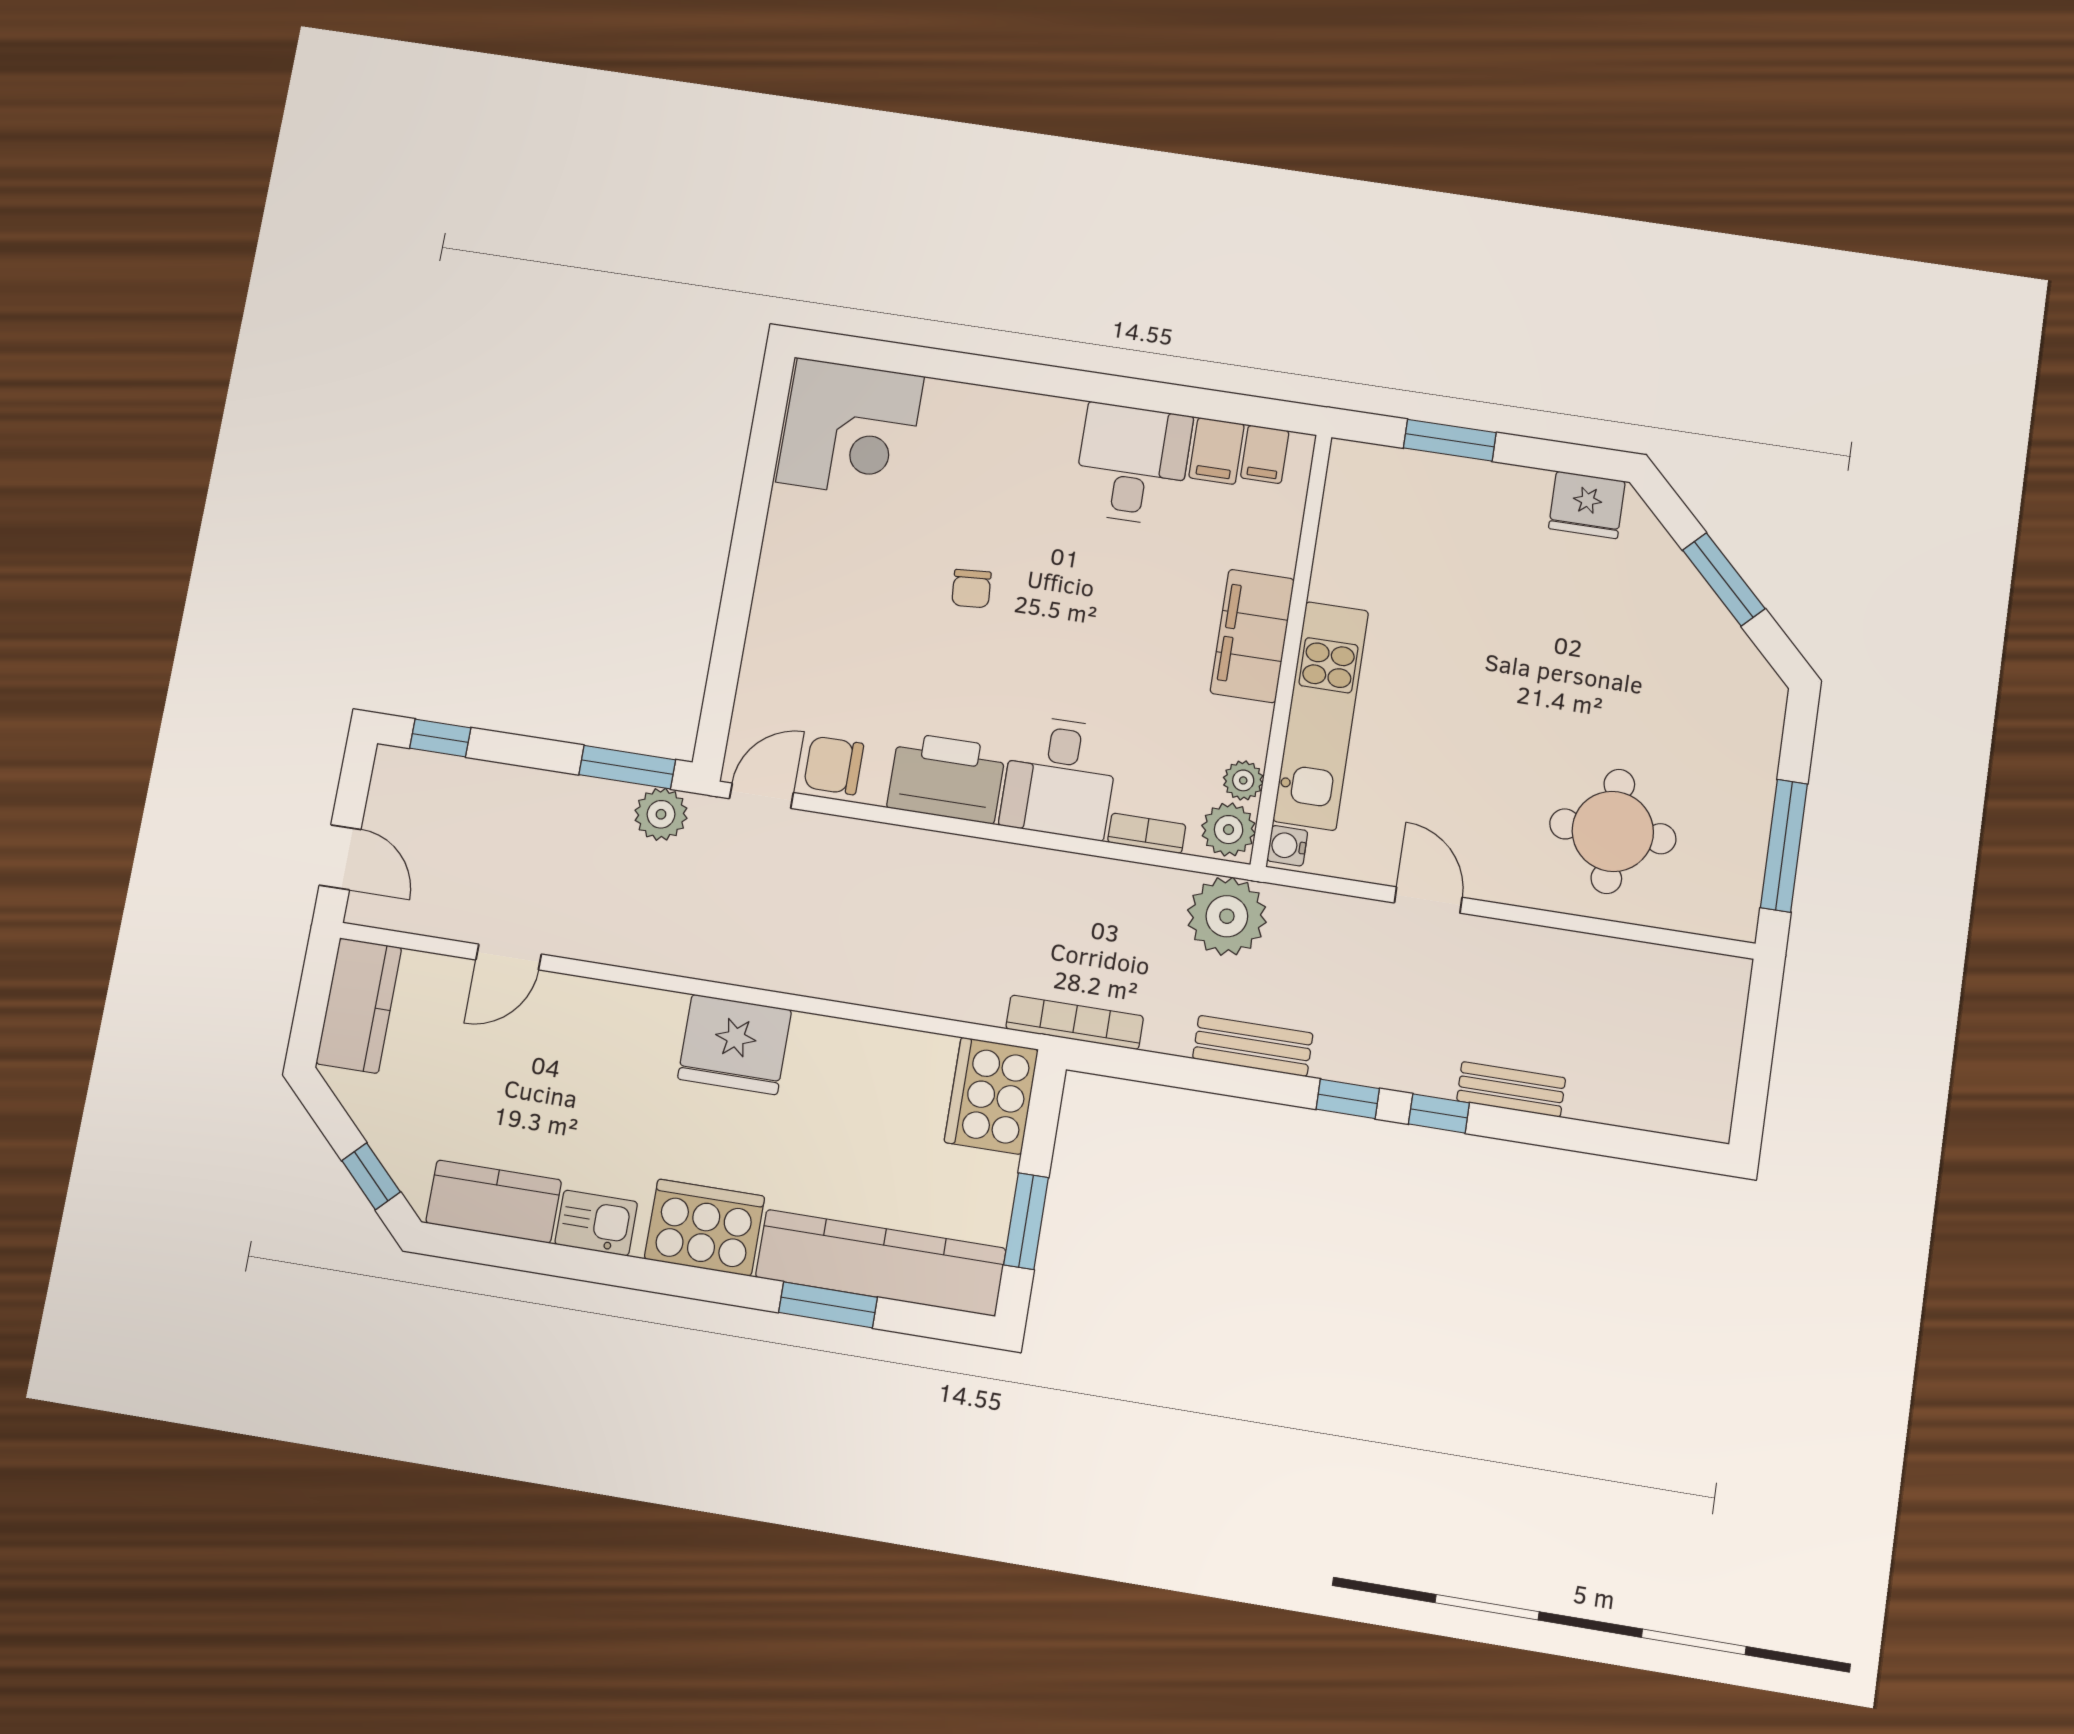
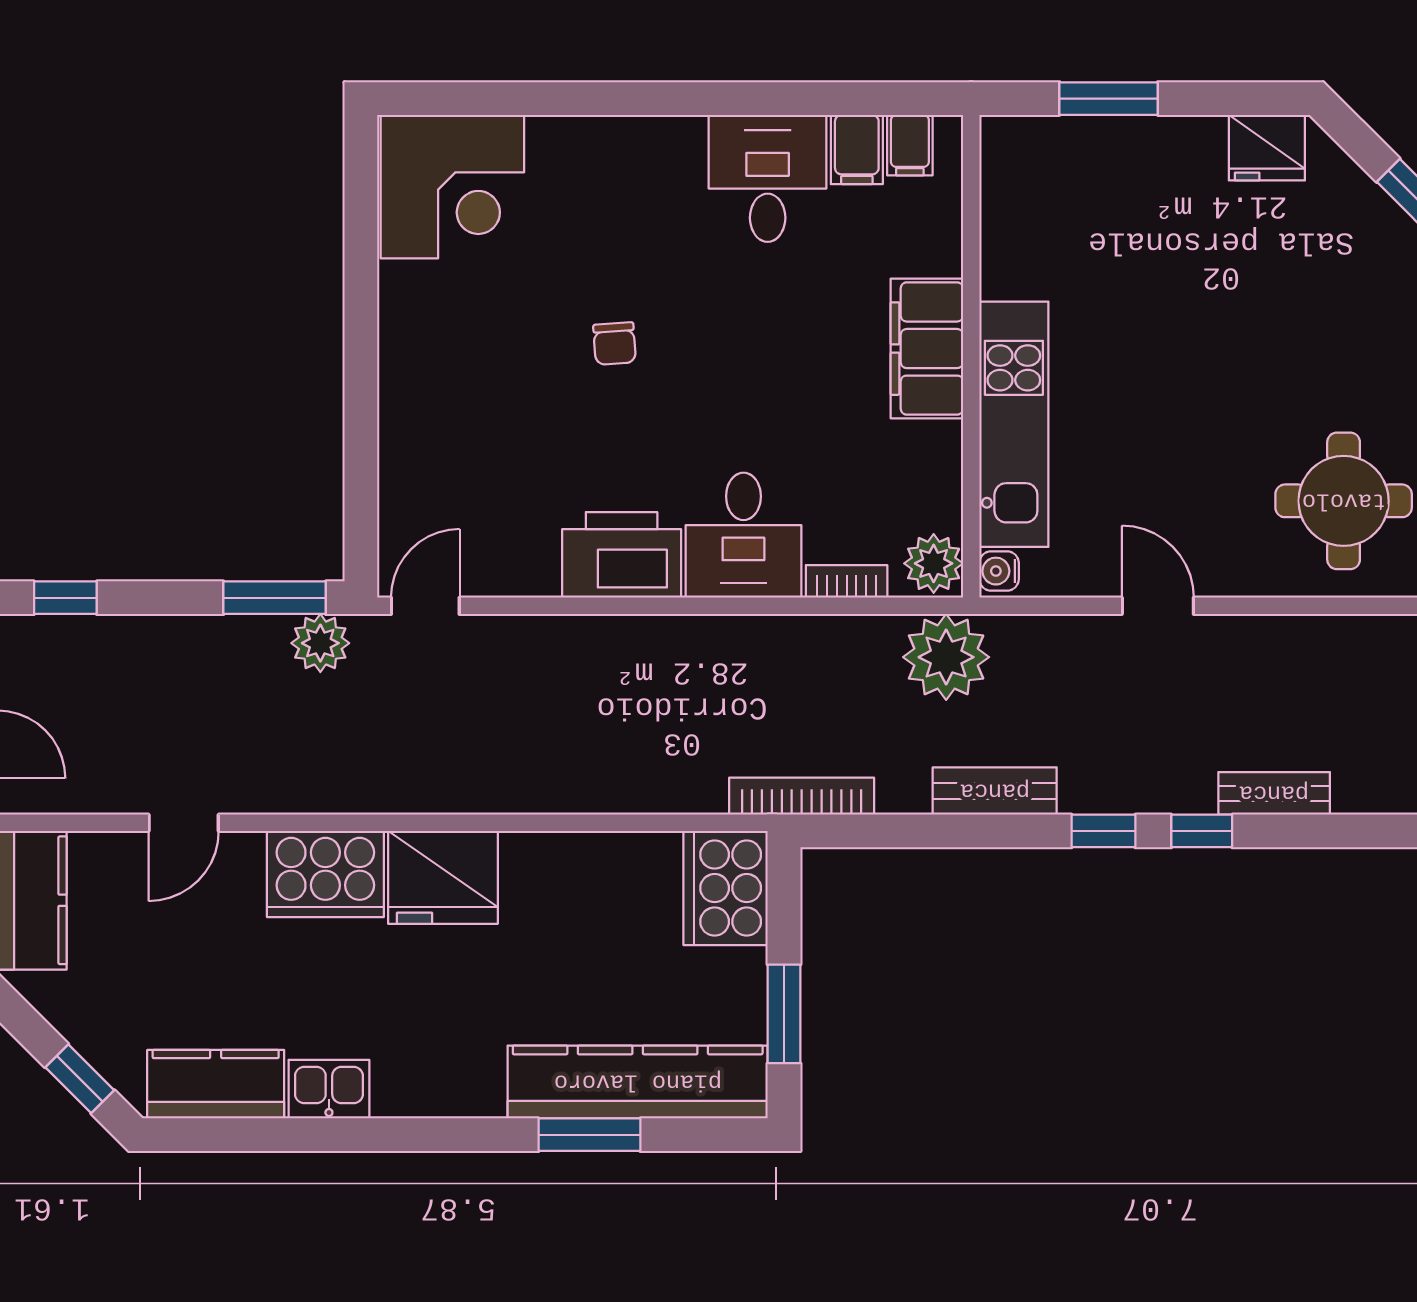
chair: (834, 765) -> (498, 561), removed
plant: (1243, 780) -> (941, 508), removed
cooker: (704, 1228) -> (325, 874), moved, turned 180

